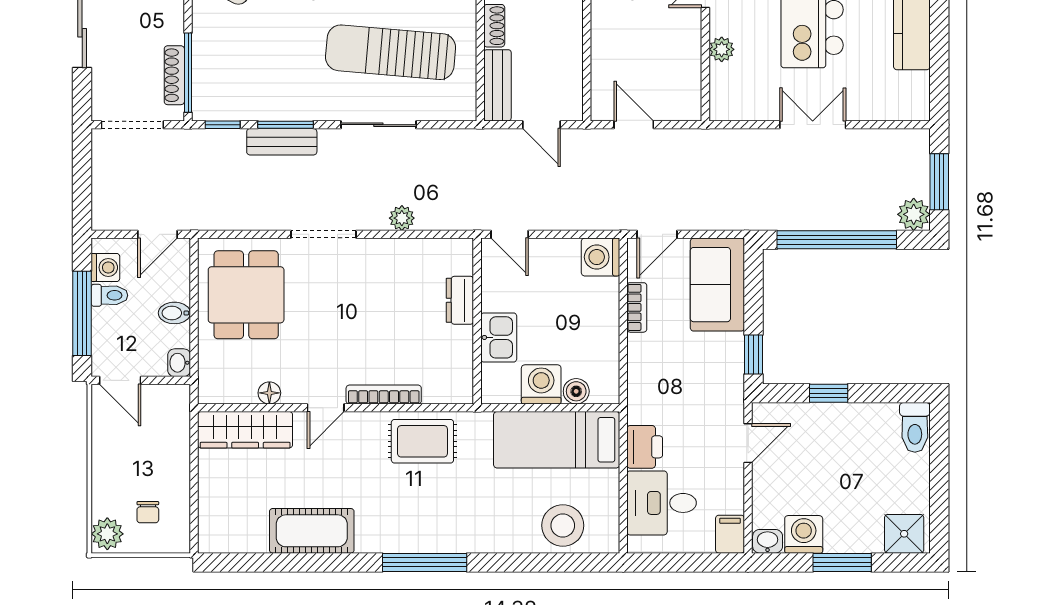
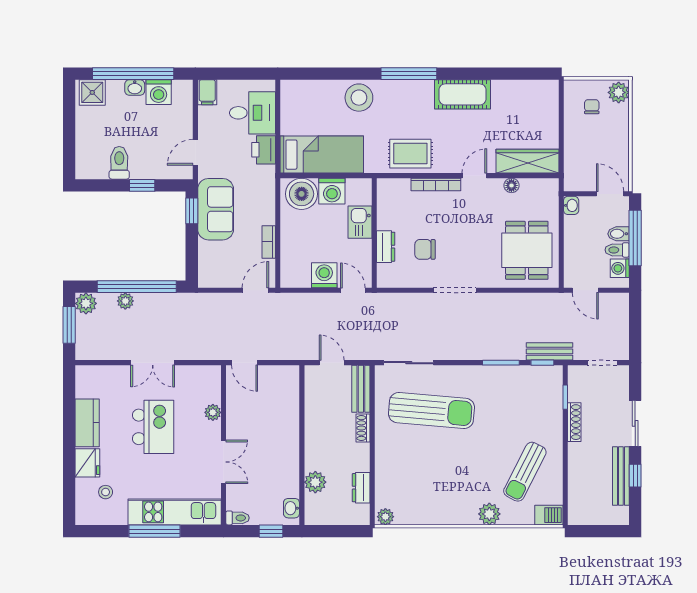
window: (188, 73) -> (565, 397), width x0.46
shoe rack: (174, 75) -> (574, 422), moved
doorway: (132, 125) -> (602, 363), width x0.73
sliding door: (378, 125) -> (409, 363), moved
door: (634, 125) -> (245, 363), moved
bench: (282, 142) -> (549, 351), moved
plant: (402, 218) -> (125, 301), moved
door: (158, 234) -> (585, 290), swing flipped
doorway: (323, 234) -> (455, 290), moved
washing machine: (601, 257) -> (324, 275), moved, turned -90
sofa: (717, 285) -> (216, 209), moved
chair: (400, 296) -> (425, 249), added
bidet: (174, 313) -> (619, 234), moved, turned 180
boiler: (576, 391) -> (302, 194), width x1.86, depth x1.86
toilet: (915, 427) -> (119, 163), moved
stool: (563, 525) -> (359, 98), moved
cot: (312, 531) -> (462, 94), moved
washbasin: (768, 541) -> (135, 88), moved
window: (842, 562) -> (133, 74), width x2.11

